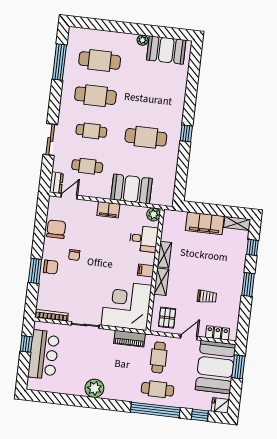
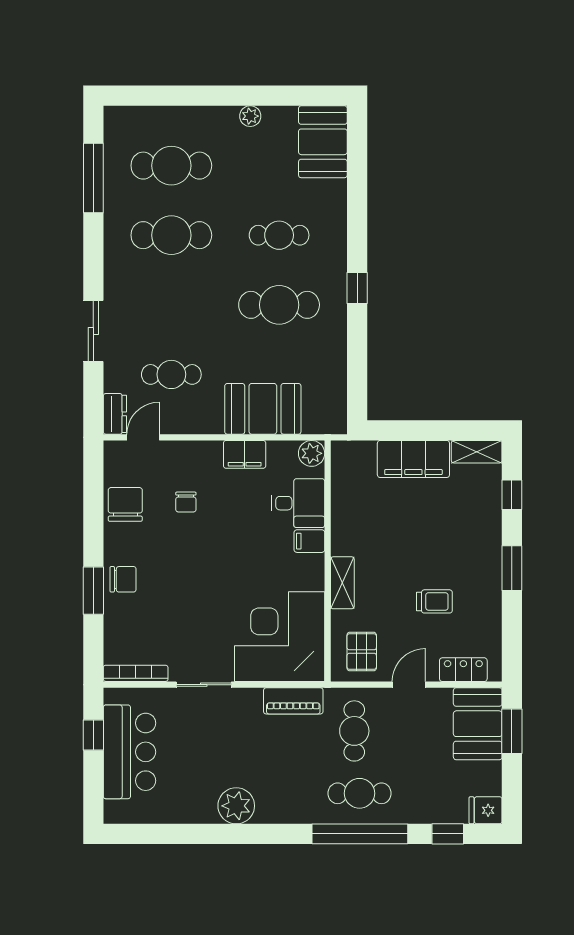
booth: (166, 50) -> (323, 142), moved, turned 90
cafe table: (91, 131) -> (279, 235), moved
filing cabinet: (108, 210) -> (245, 454), moved
chair: (74, 255) -> (186, 502), moved
shelving: (164, 255) -> (342, 529), removed
filing cabinet: (146, 271) -> (309, 541), moved
booth: (216, 367) -> (478, 724), width x0.73, depth x0.70

